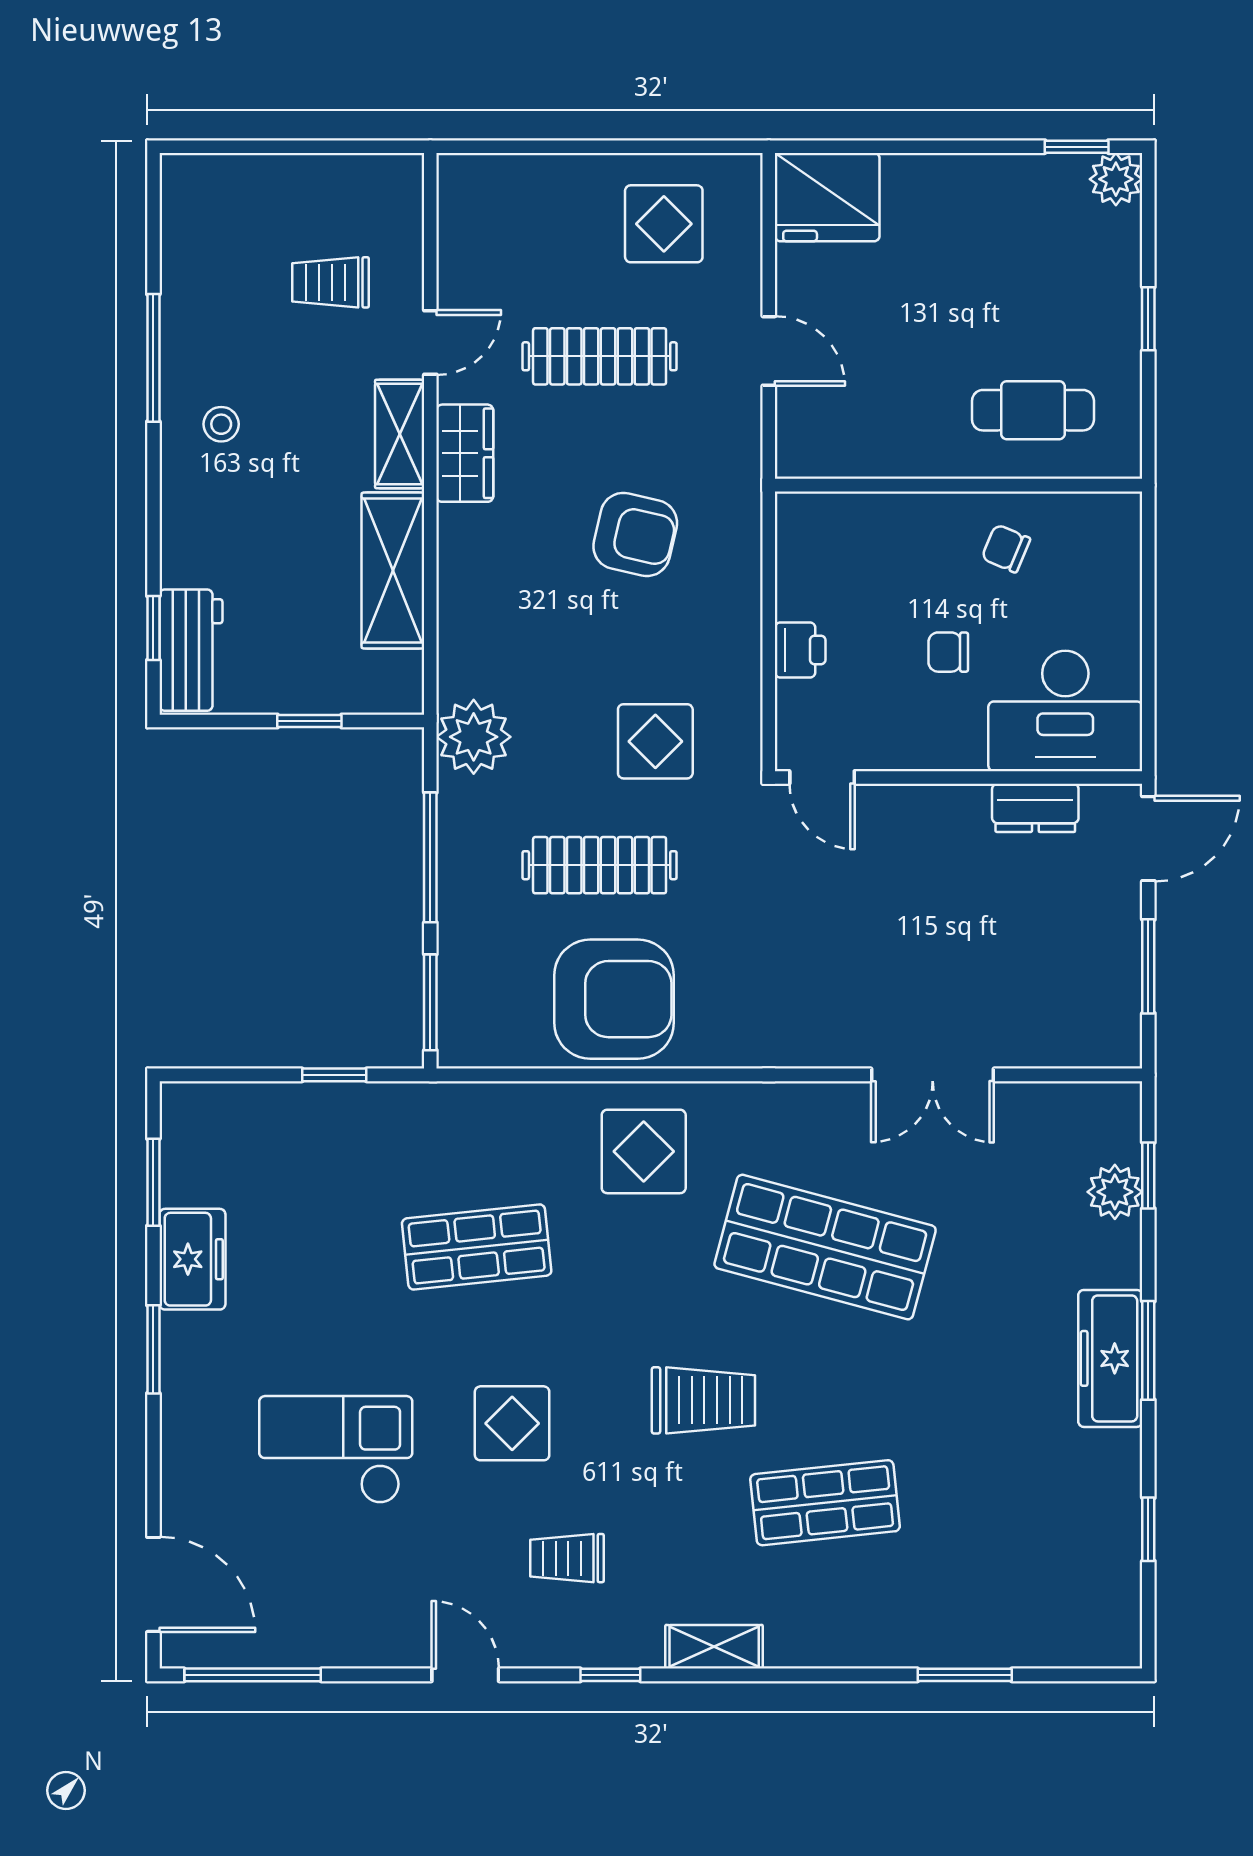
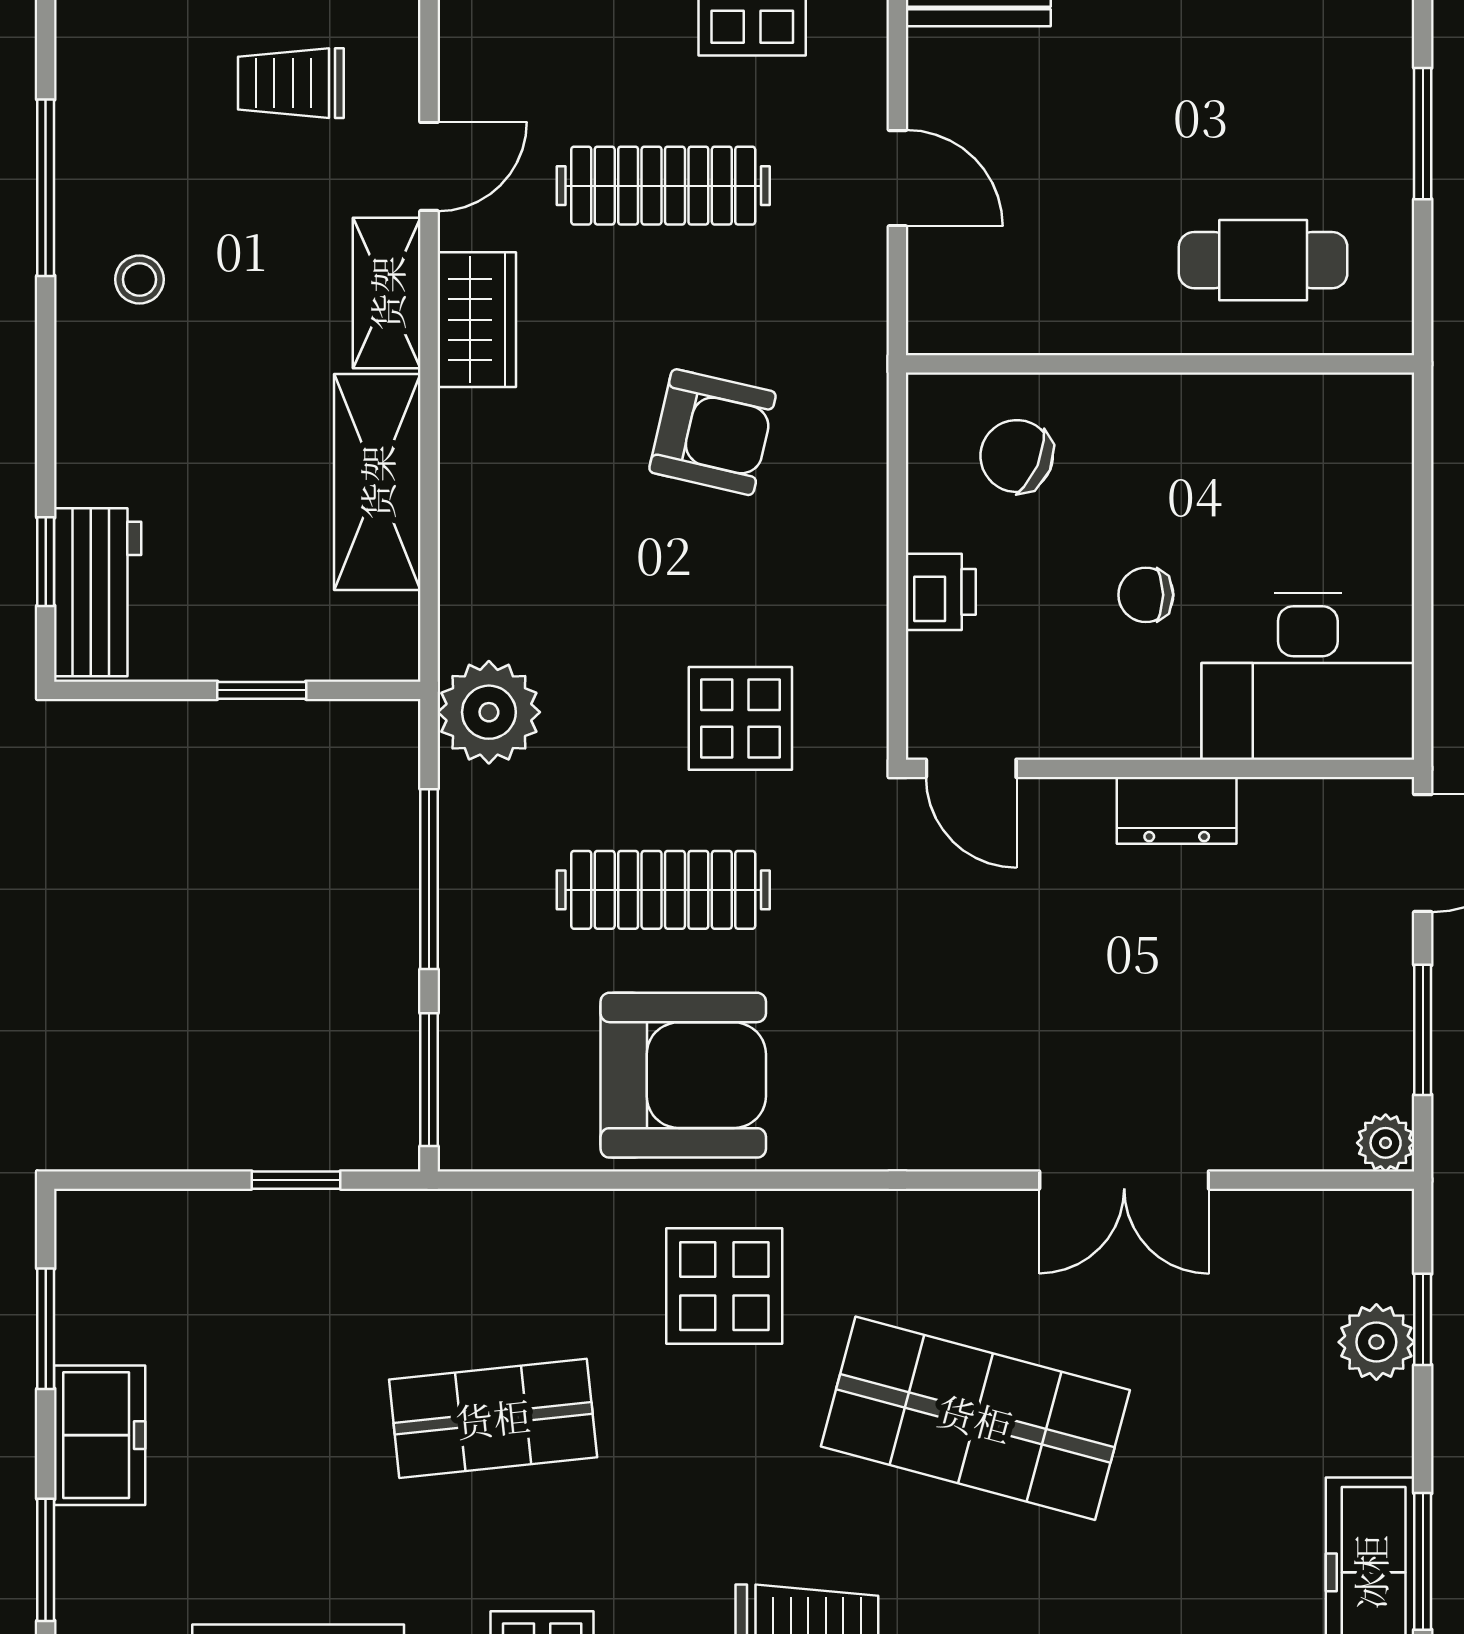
window: (1148, 319) -> (1423, 134), width x1.50
chair: (1006, 548) -> (1017, 456), moved, width x1.37, depth x1.37
dresser: (1035, 808) -> (1177, 810), moved
plant: (1121, 1048) -> (1386, 1143), added

